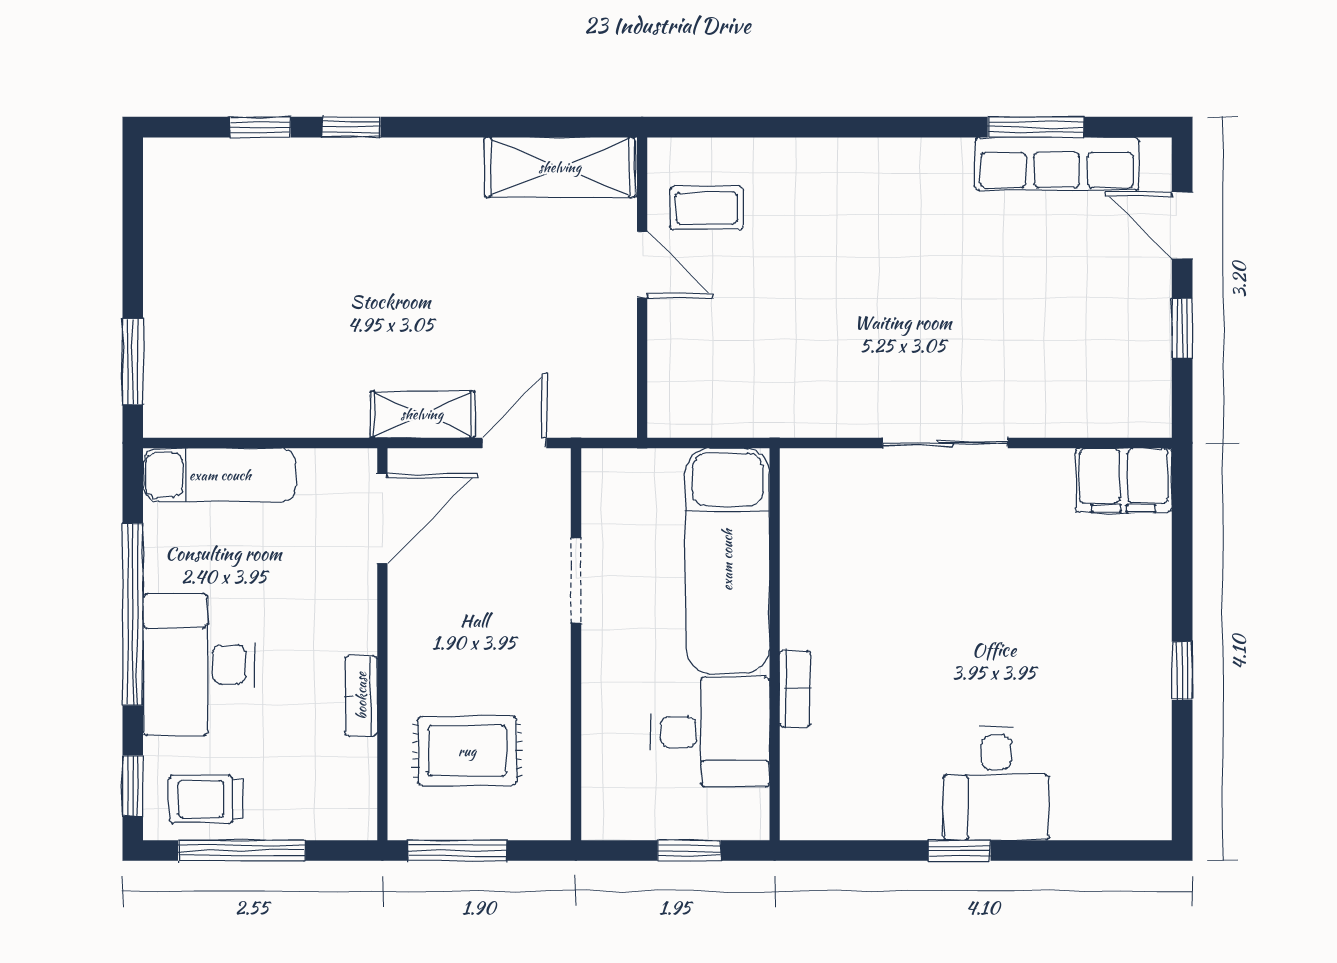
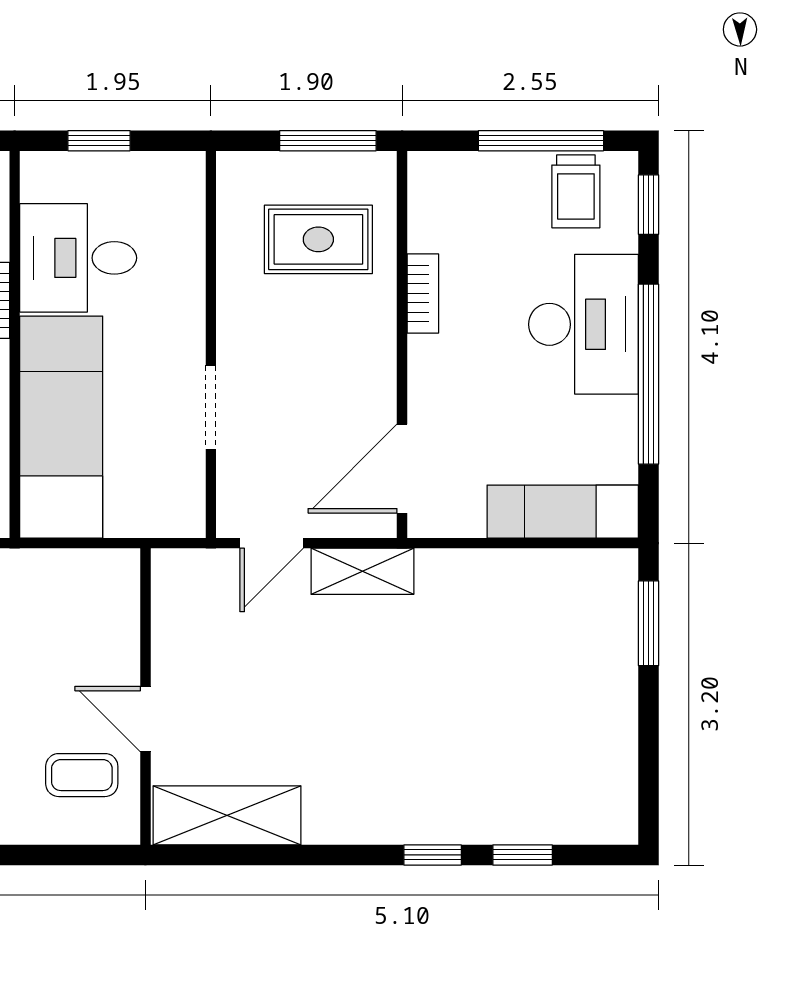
trolley: (206, 799) -> (576, 191), turned 90

